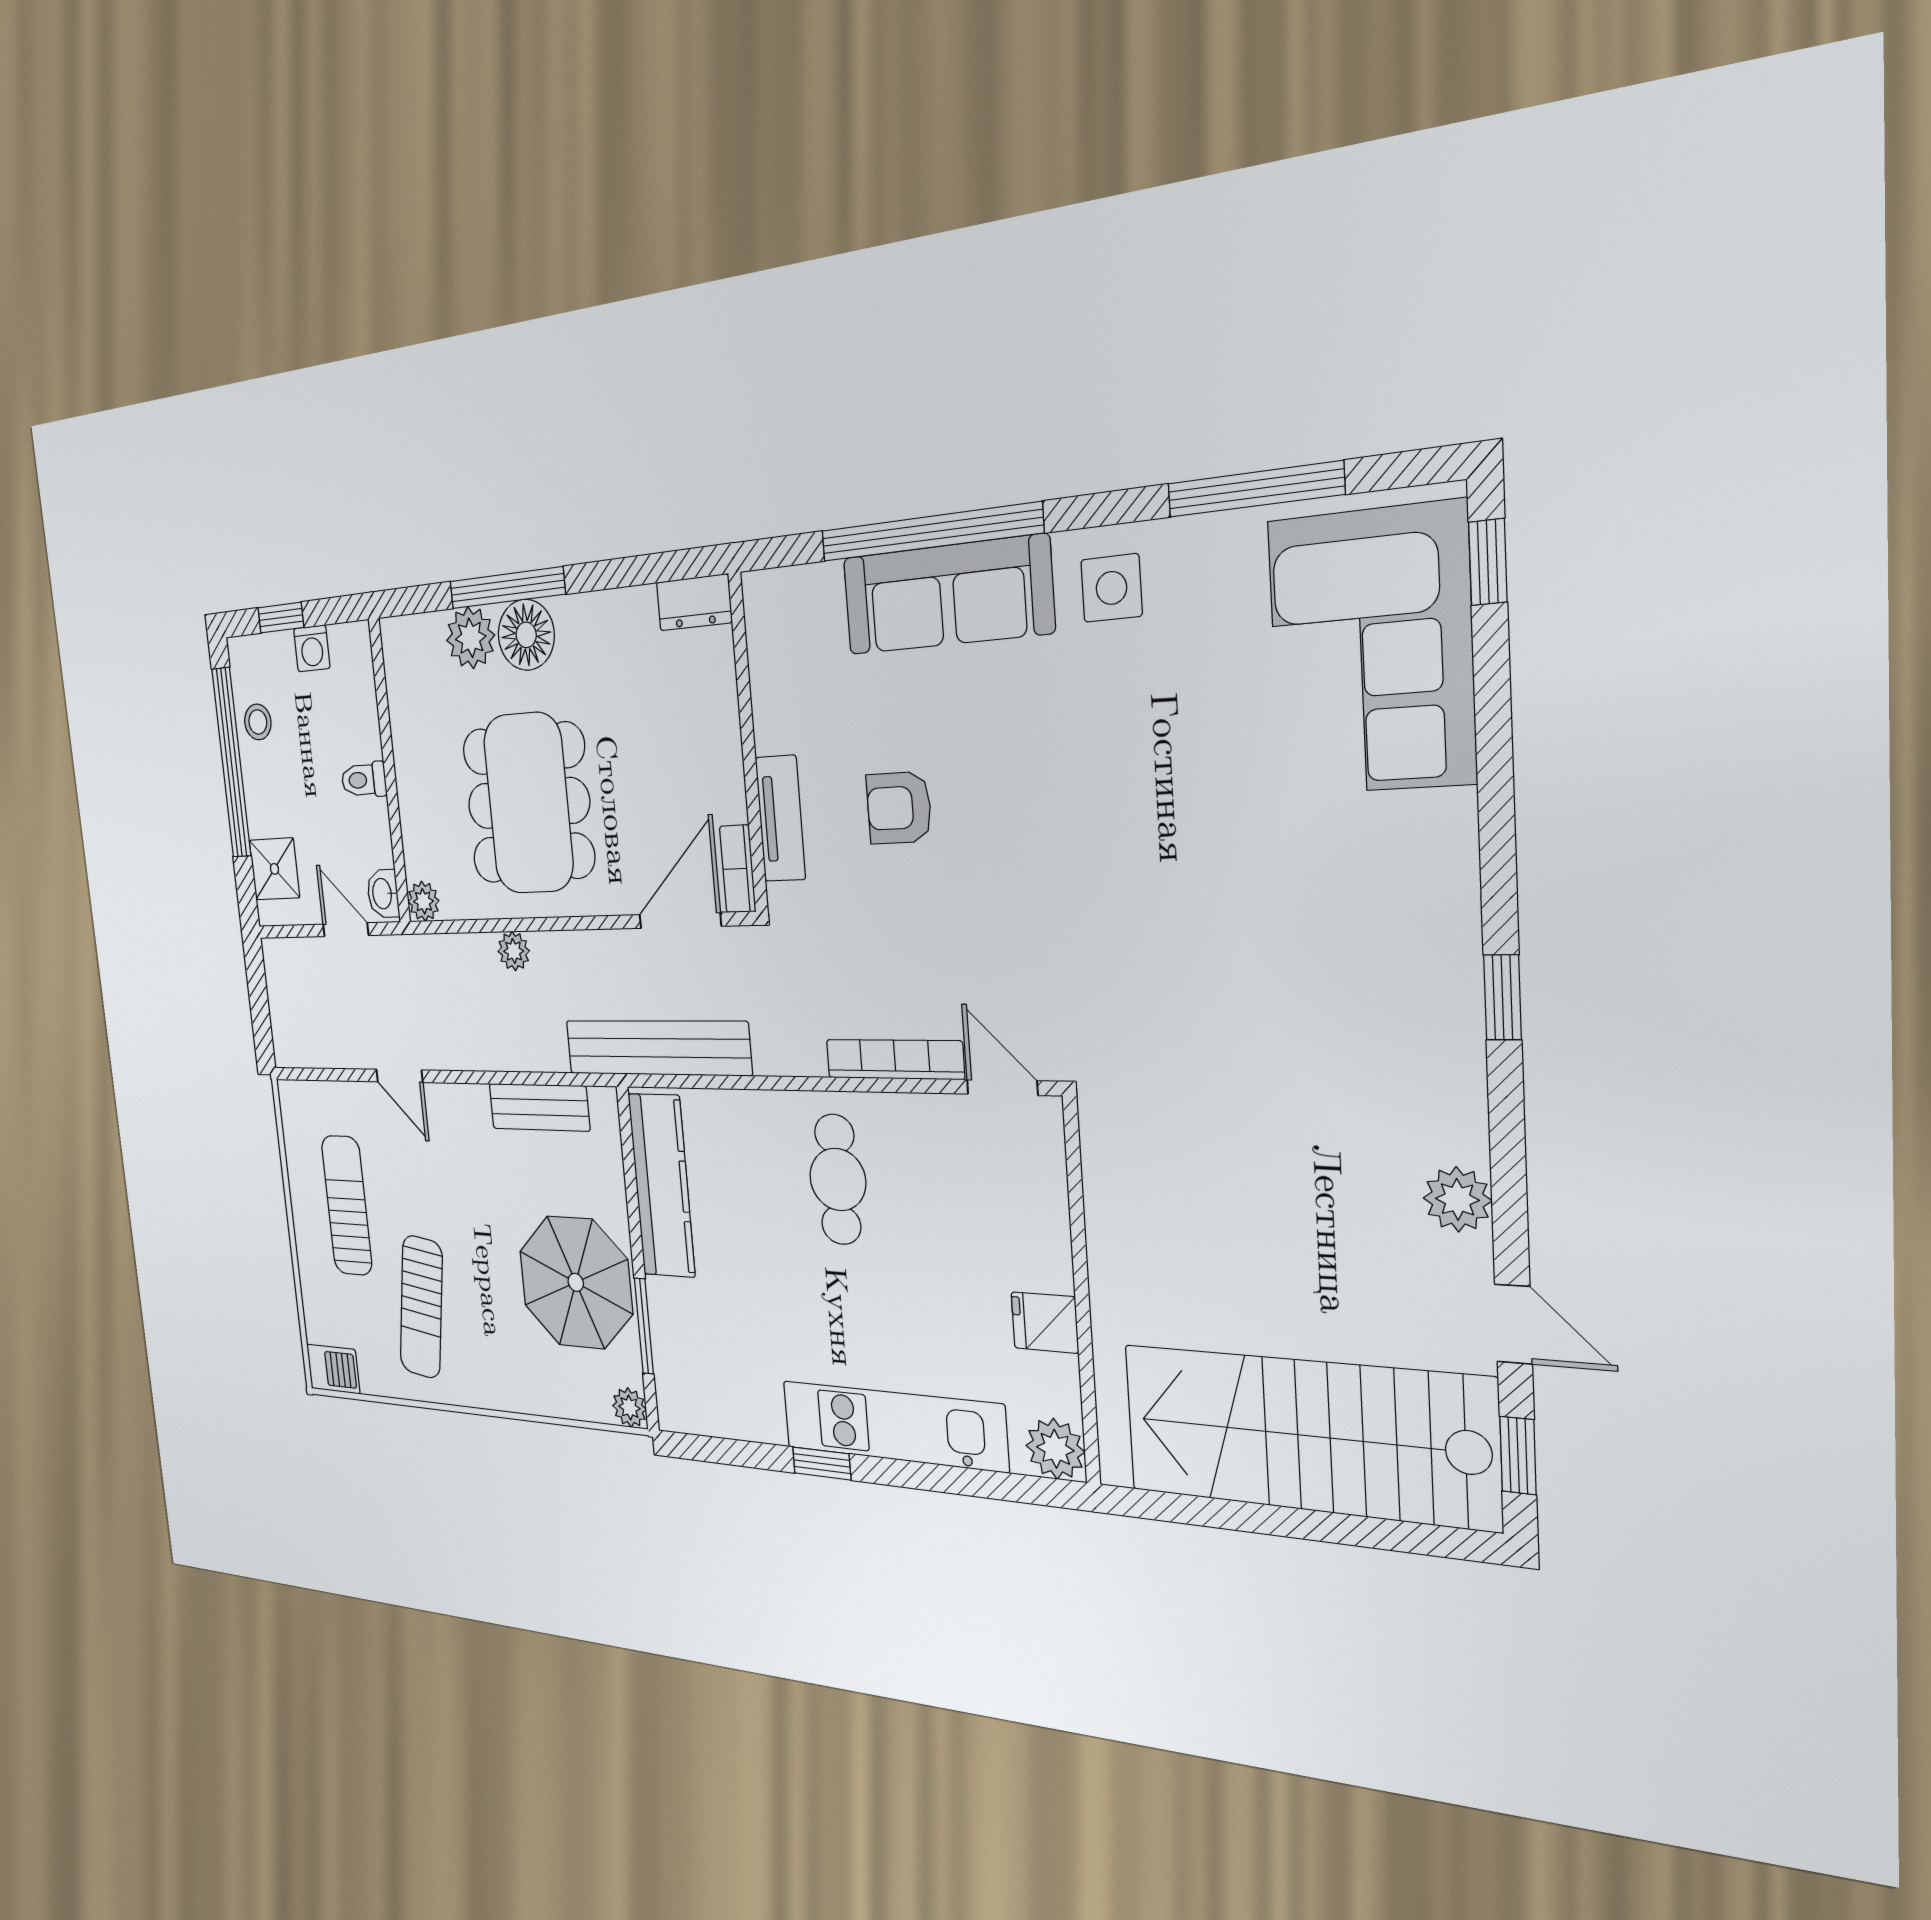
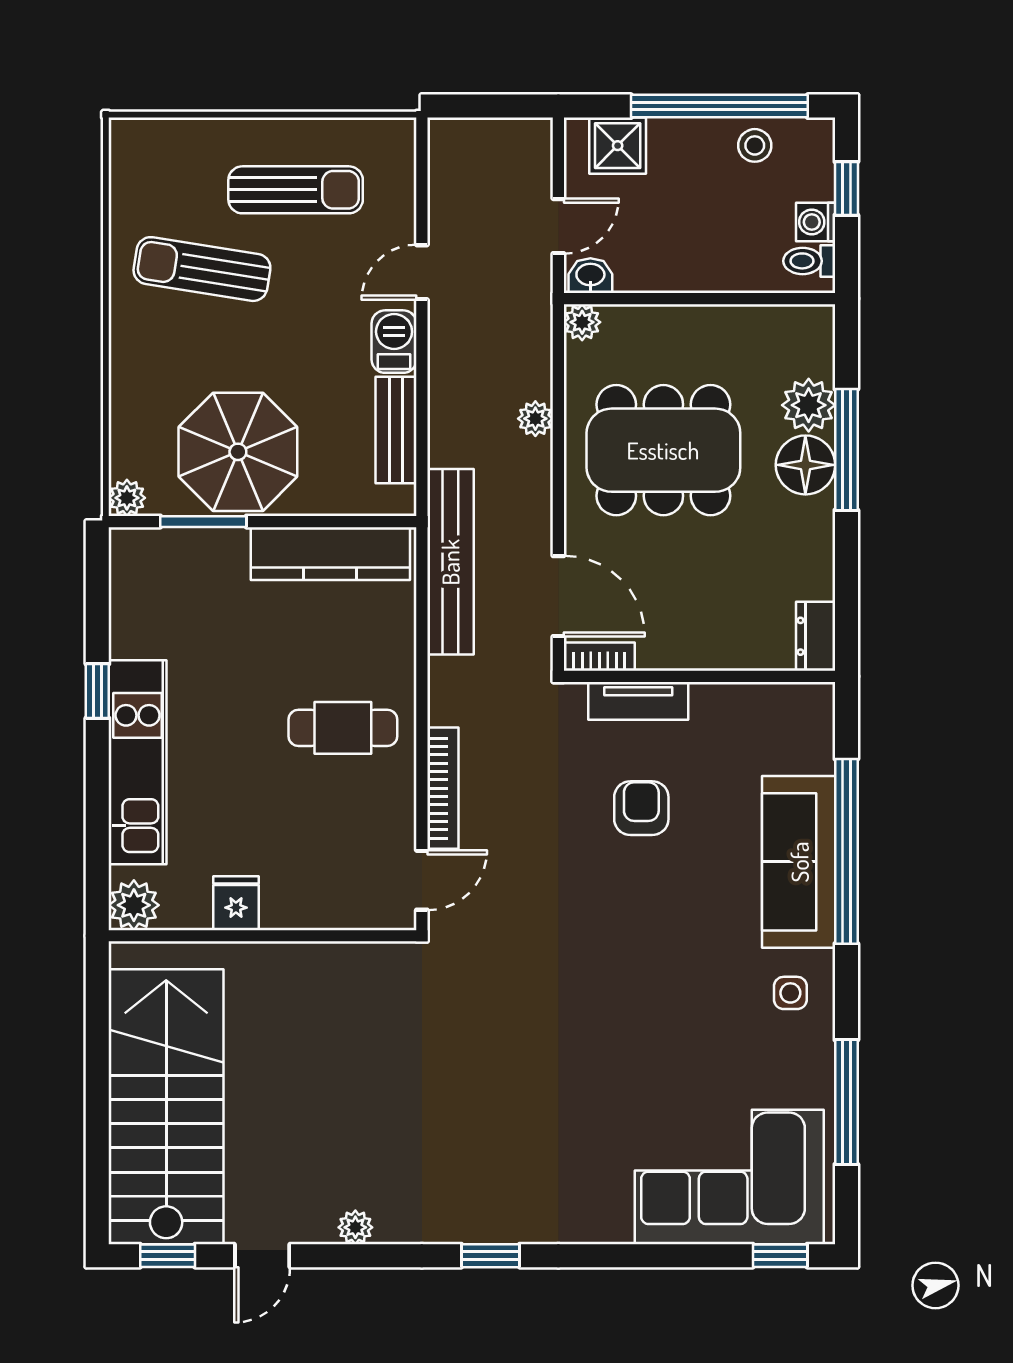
side table: (1111, 588) -> (790, 993), width x0.73, depth x0.73
toilet: (364, 780) -> (809, 261), moved, turned -90
plant: (1457, 1199) -> (355, 1227), width x0.73, depth x0.73
barbecue: (333, 1369) -> (394, 342), moved, turned 180

